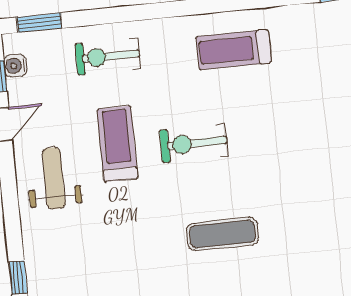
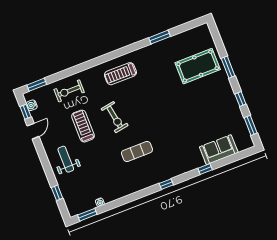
exercise bike: (194, 143) -> (115, 117), turned -100
weight bench: (54, 178) -> (66, 159), moved

